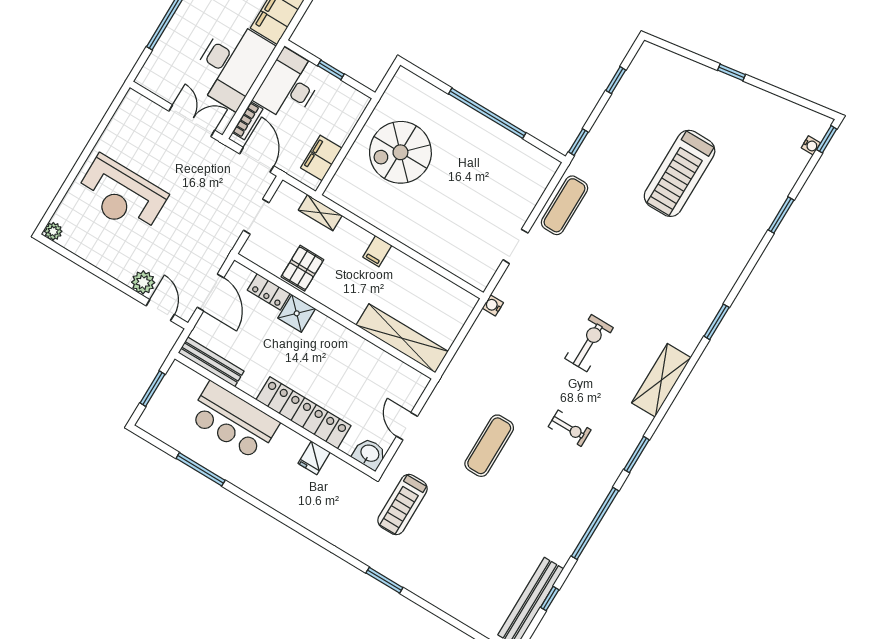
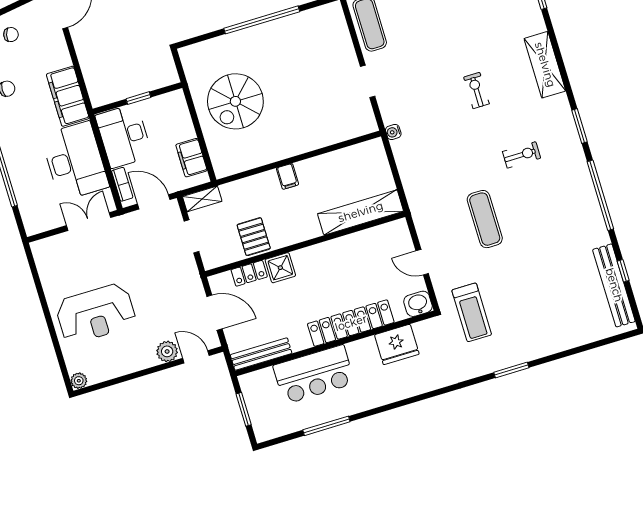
shelving: (320, 213) -> (202, 199), moved
exercise bike: (589, 343) -> (476, 90), width x0.73, depth x0.72
fridge: (314, 458) -> (397, 344), width x1.88, depth x1.34

